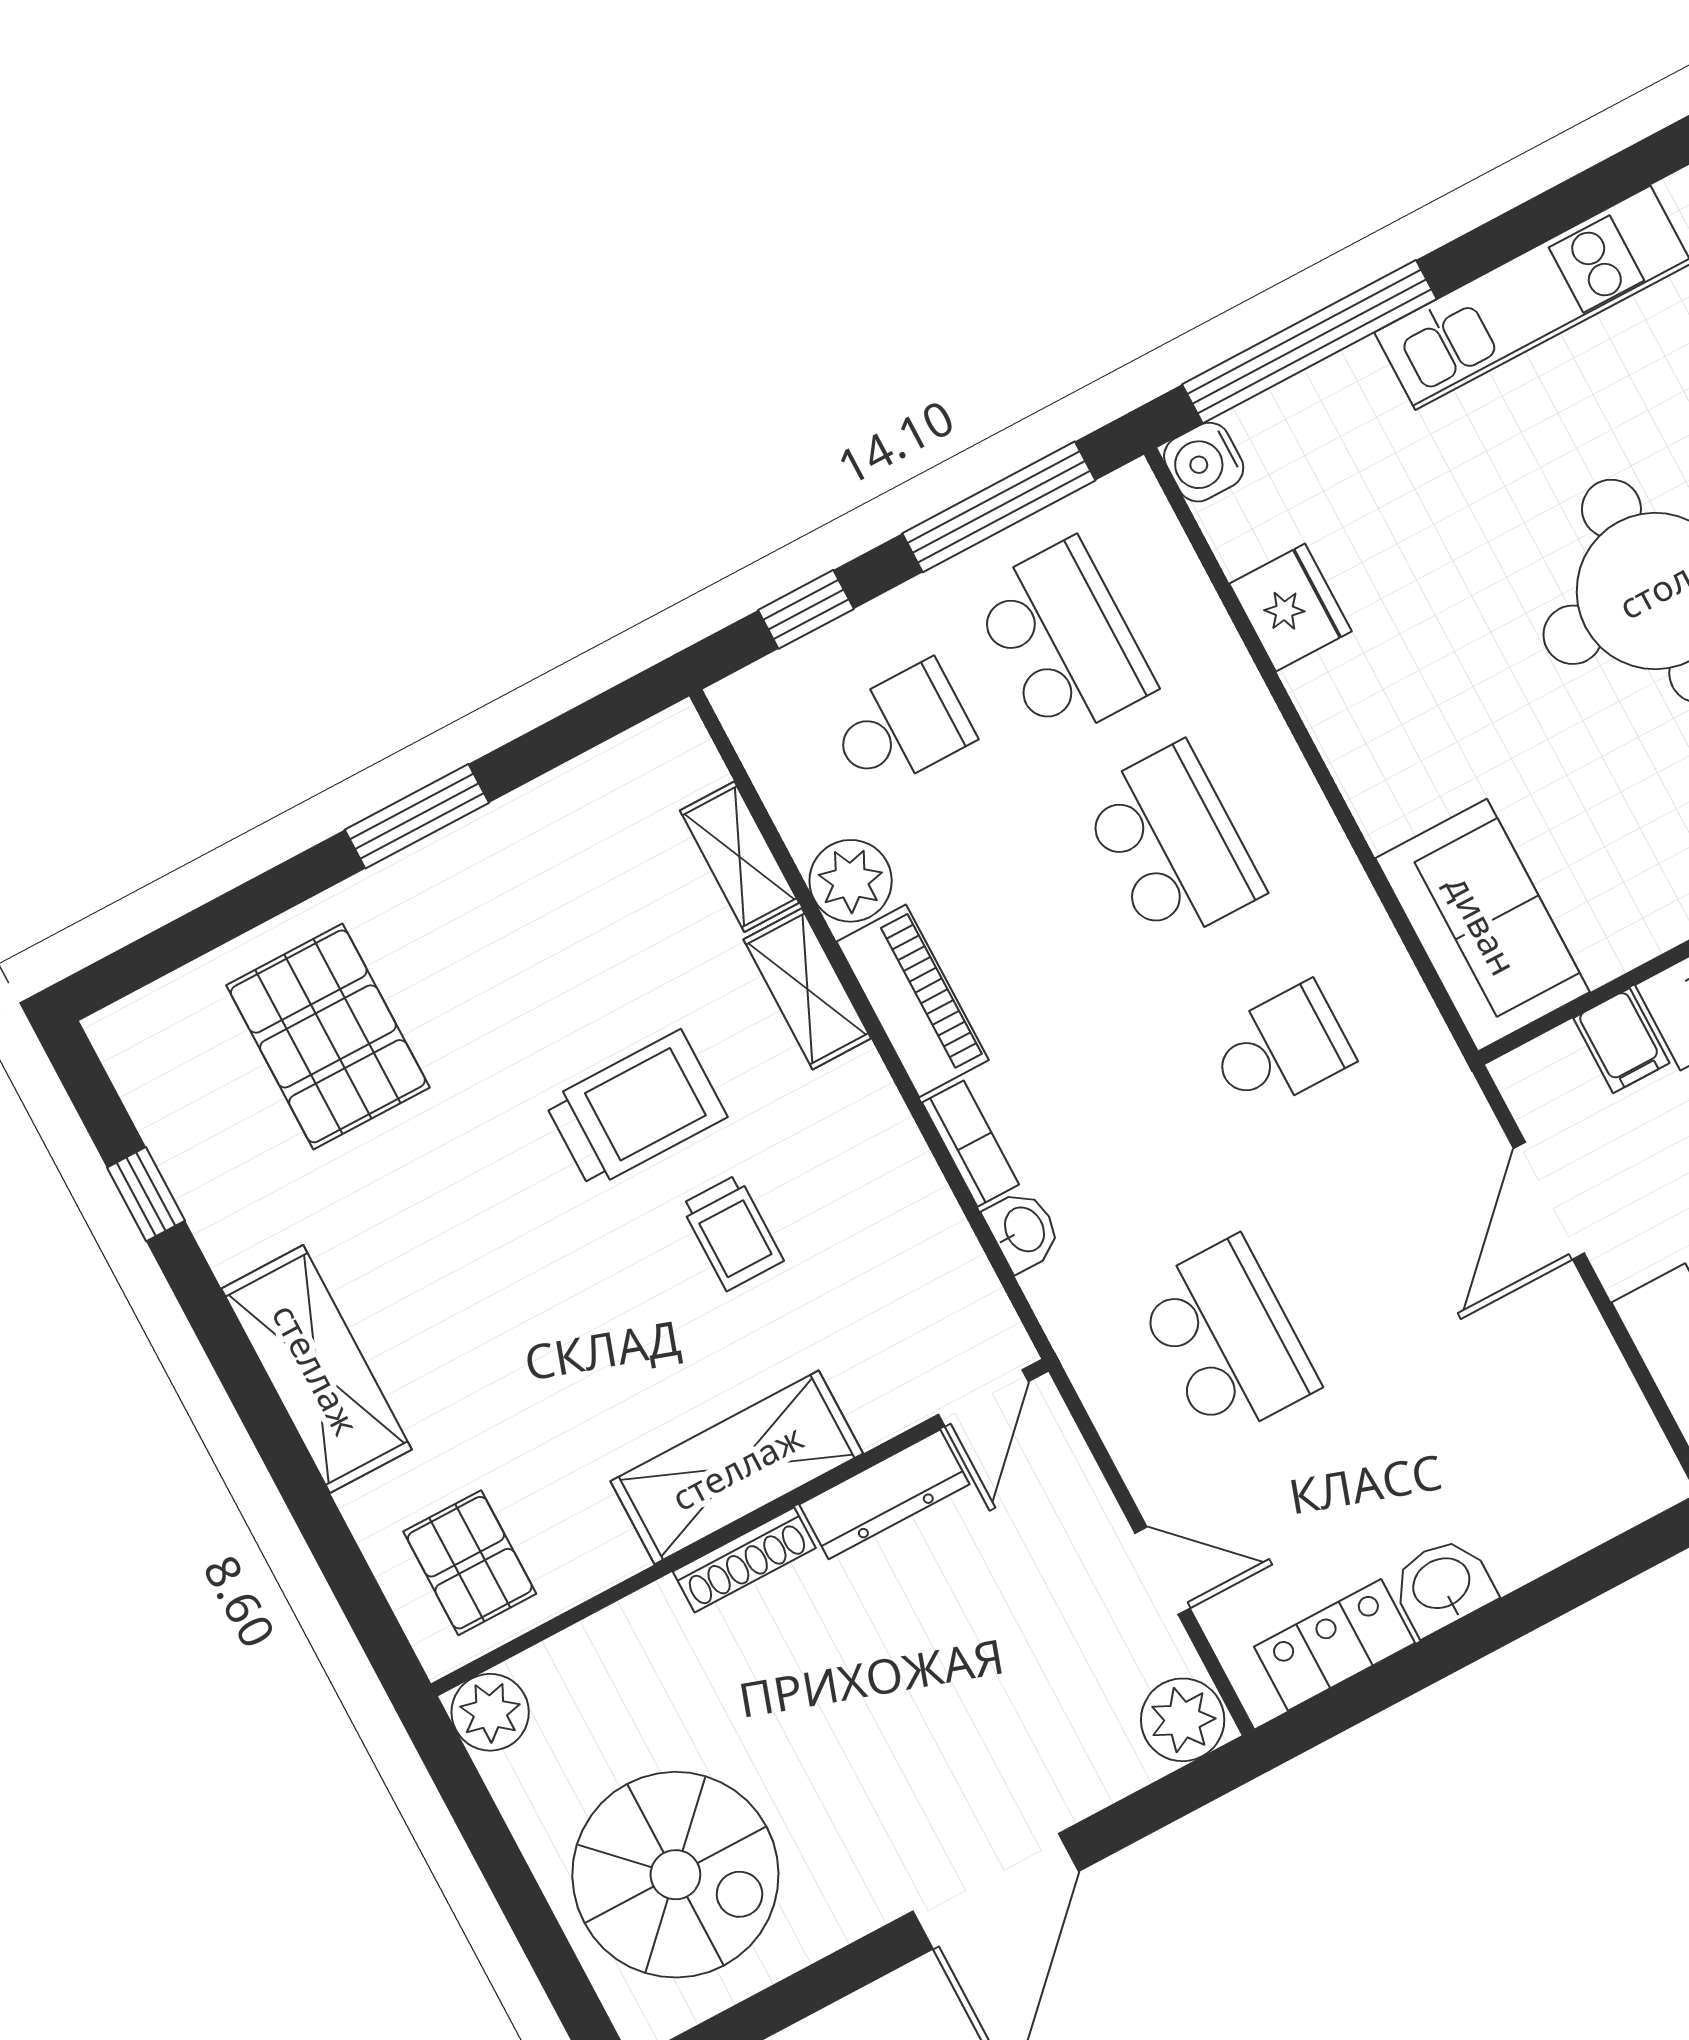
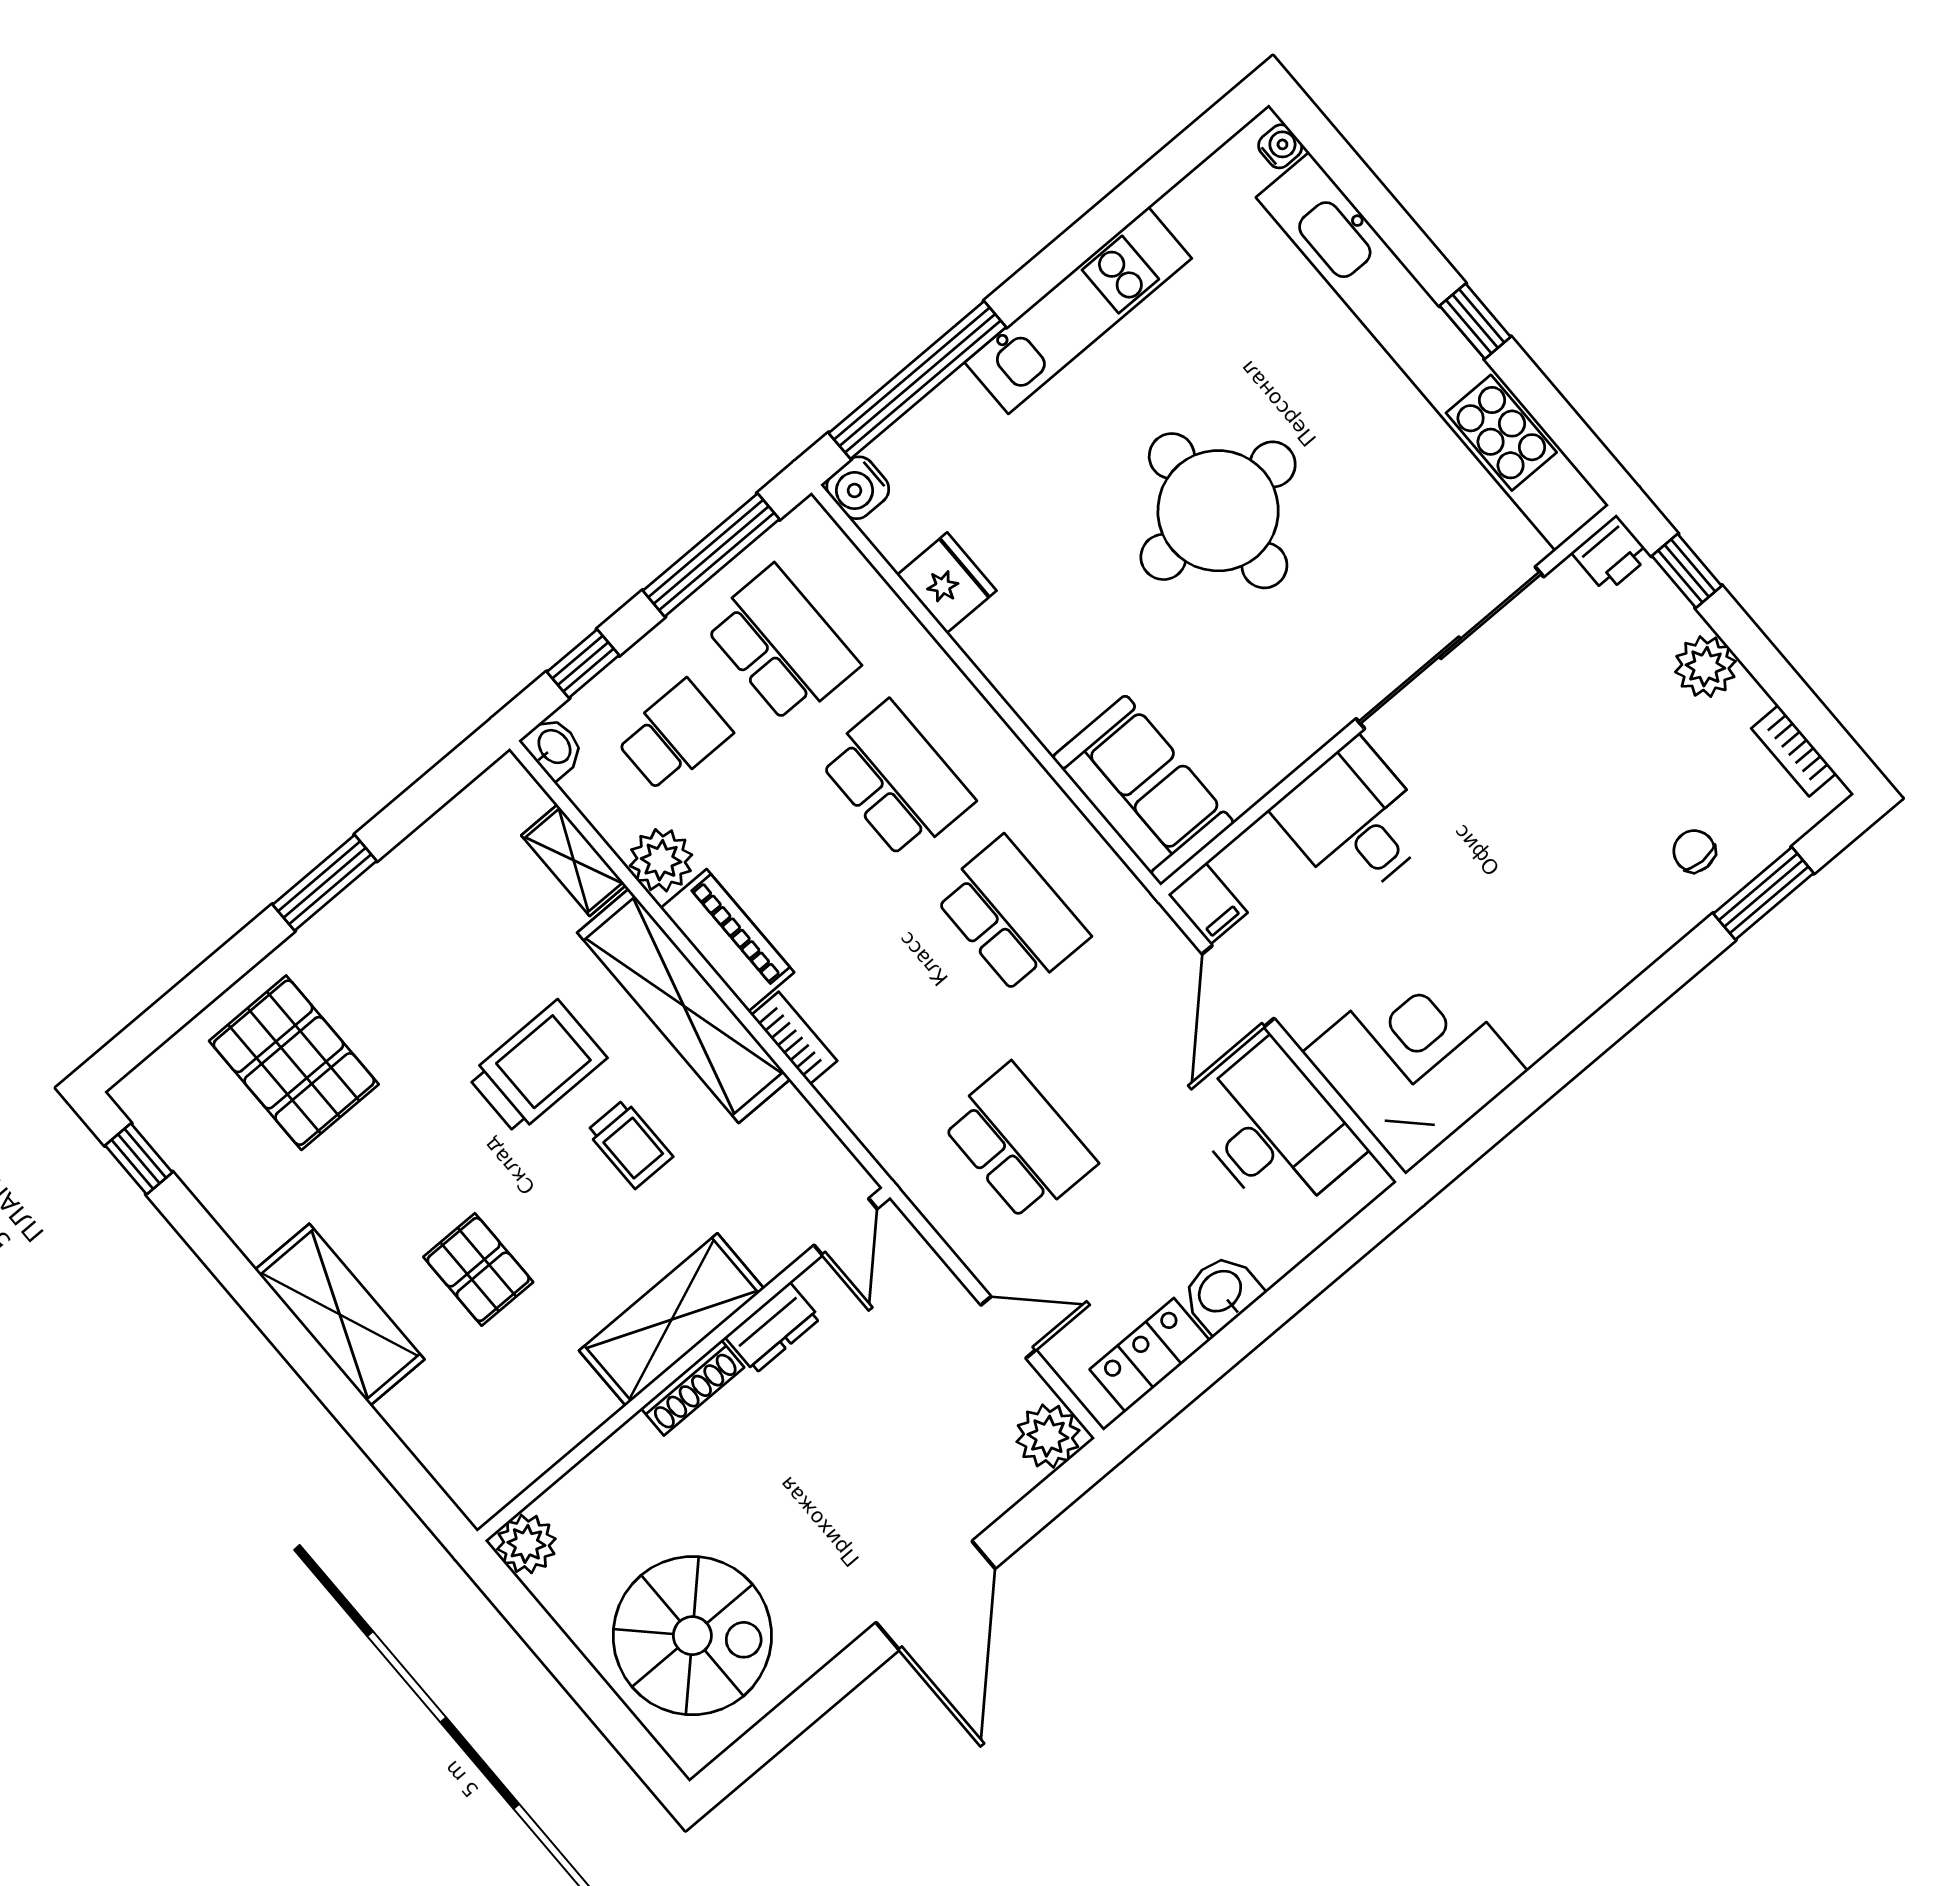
shelving: (807, 989) -> (684, 1006), width x2.20, depth x1.33
filing cabinet: (1621, 1041) -> (1208, 904), moved
school desk: (1280, 1048) -> (1011, 916), width x1.85
window: (146, 1194) -> (139, 1159), moved
washbasin: (1023, 1230) -> (553, 747), moved
desk: (1555, 1394) -> (1274, 1131), added
dresser: (884, 1494) -> (773, 1328), width x0.70
pallet: (470, 1563) -> (478, 1269), moved

